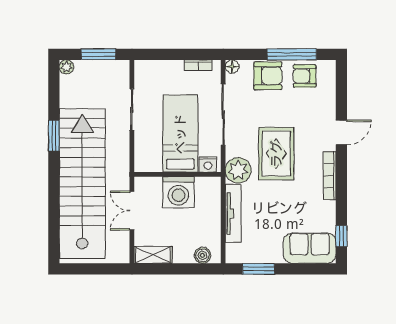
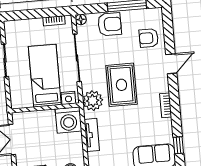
armchair: (305, 76) -> (149, 38), moved
bookcase: (330, 176) -> (166, 105), width x0.64
washing machine: (178, 192) -> (68, 120), moved
tv unit: (233, 214) -> (92, 135), width x0.71

